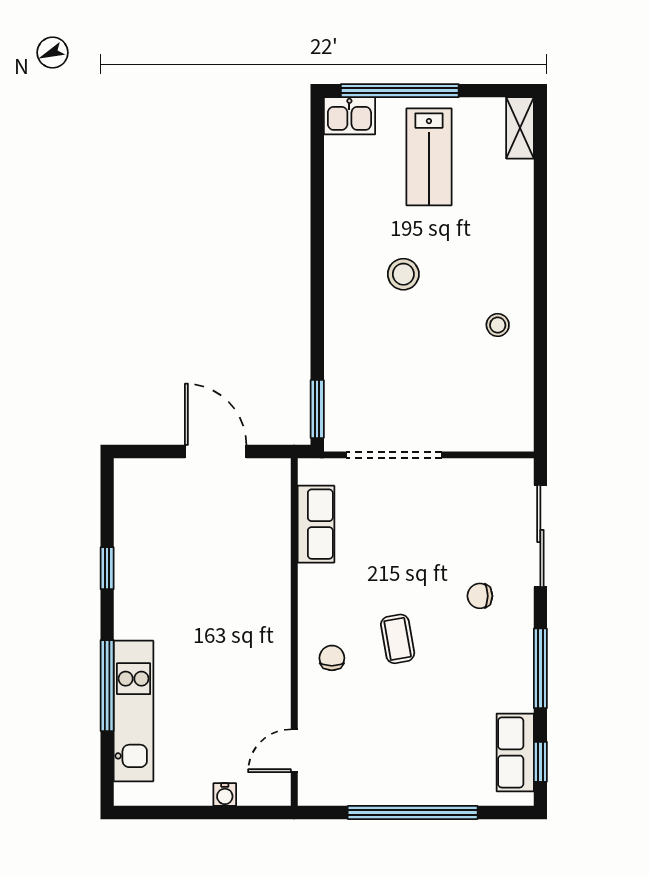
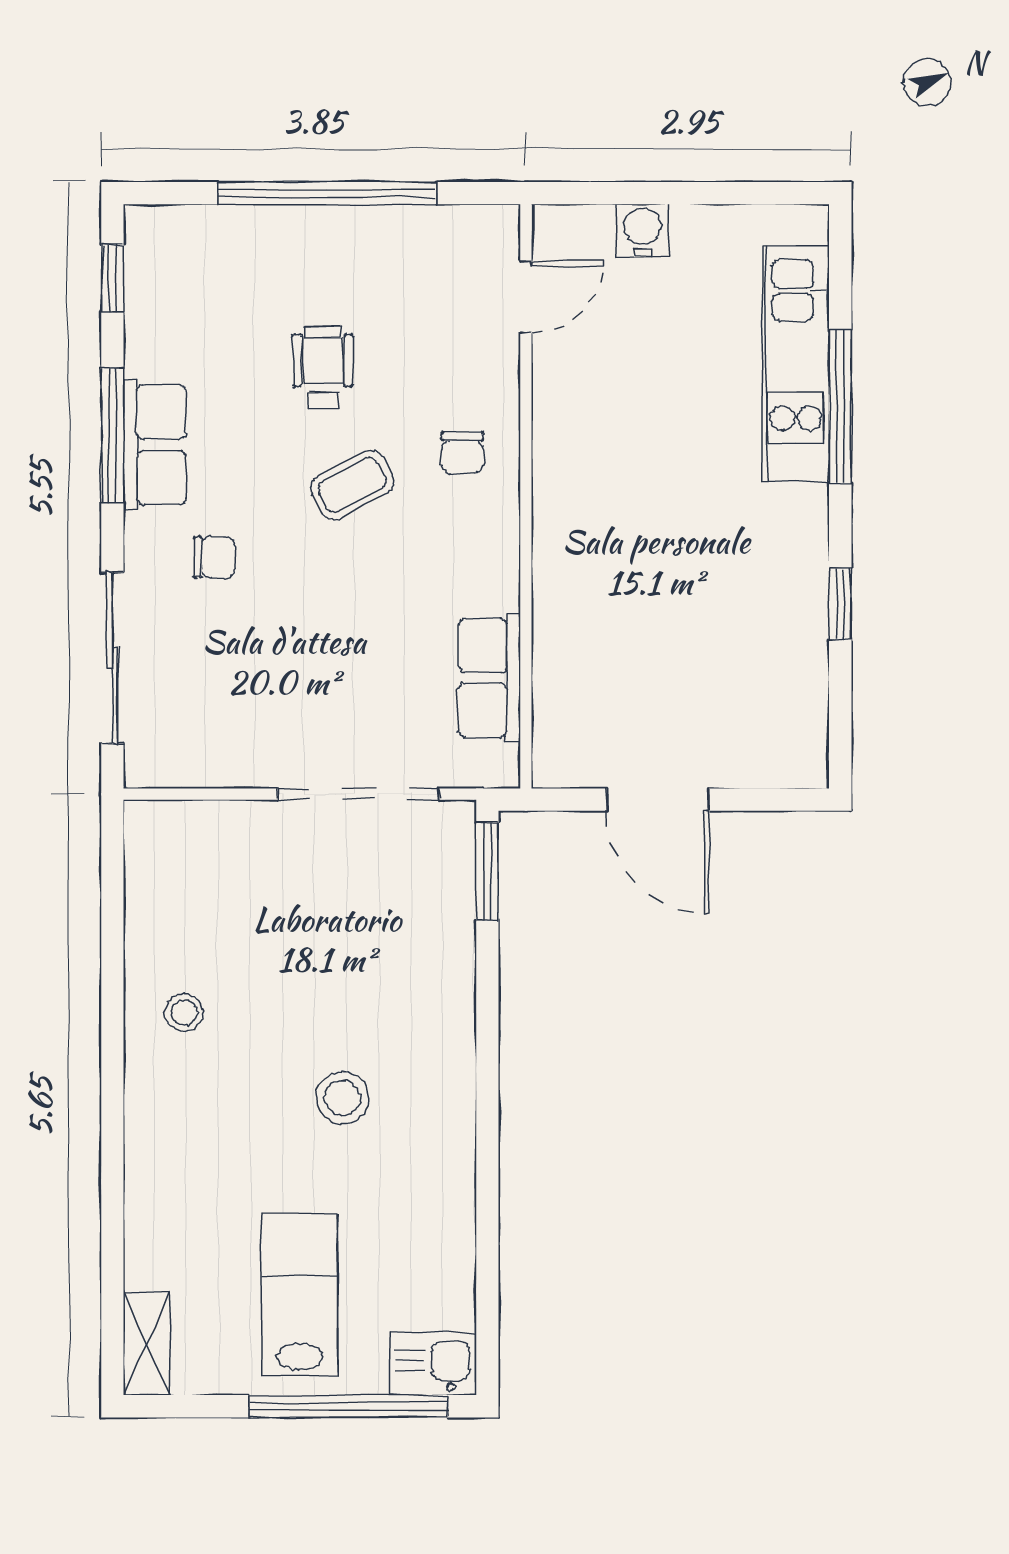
coffee table: (398, 639) -> (352, 485), turned 72
wheelchair: (415, 709) -> (323, 367), added
row of seats: (515, 752) -> (155, 445), moved
water cooler: (225, 795) -> (643, 231), width x1.38, depth x1.38

